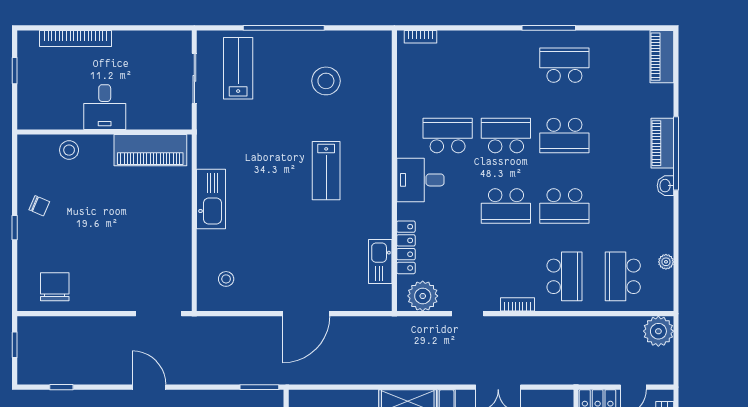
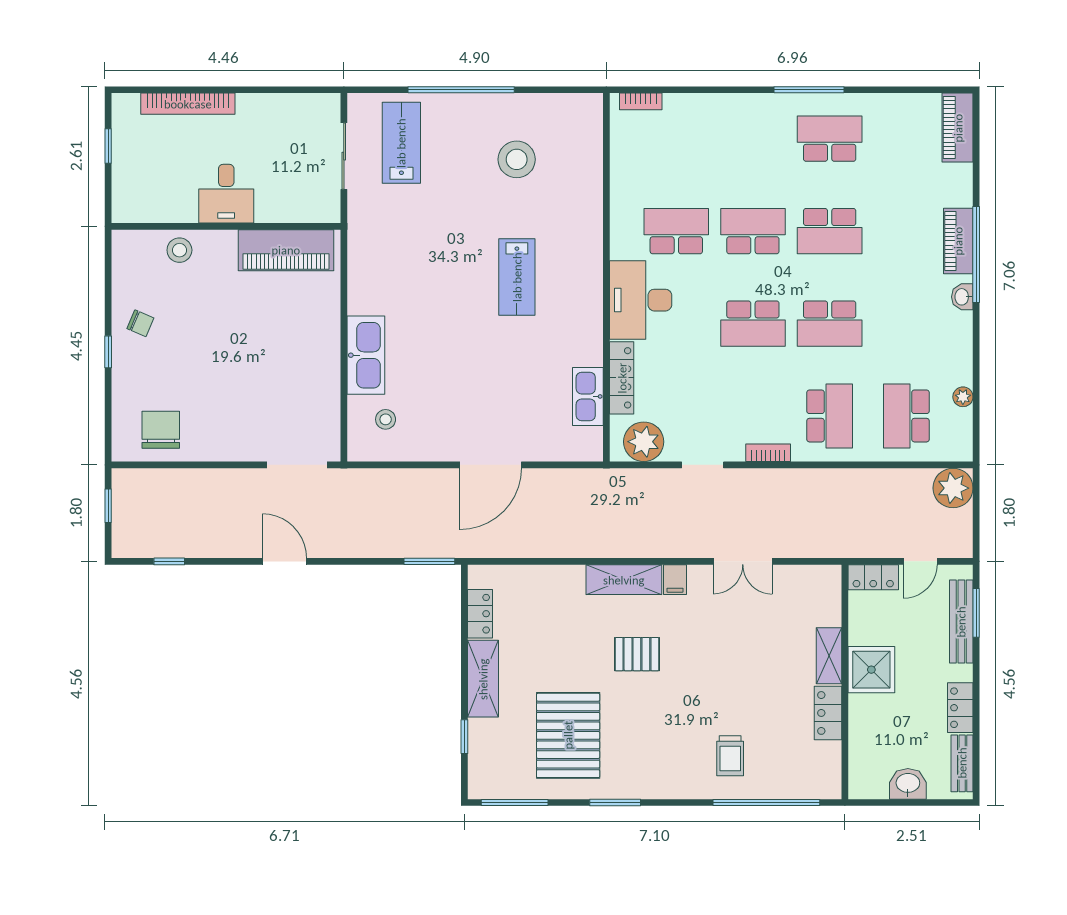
desk: (420, 180) -> (641, 300), width x1.37
kitchen sink: (211, 199) -> (366, 355), moved

